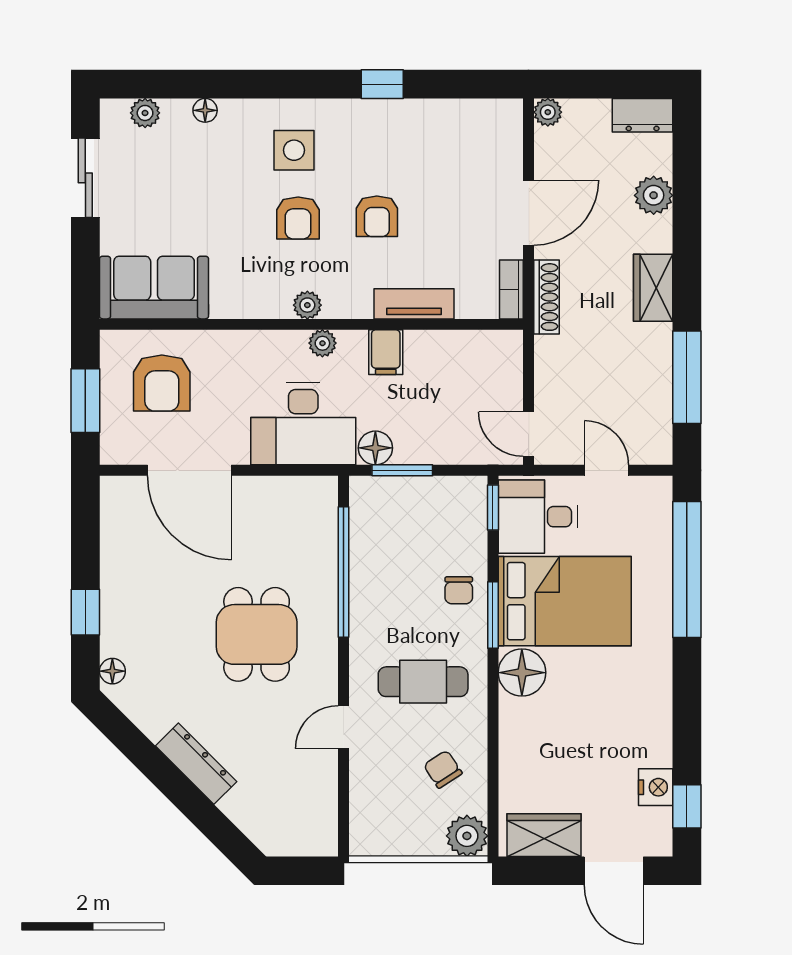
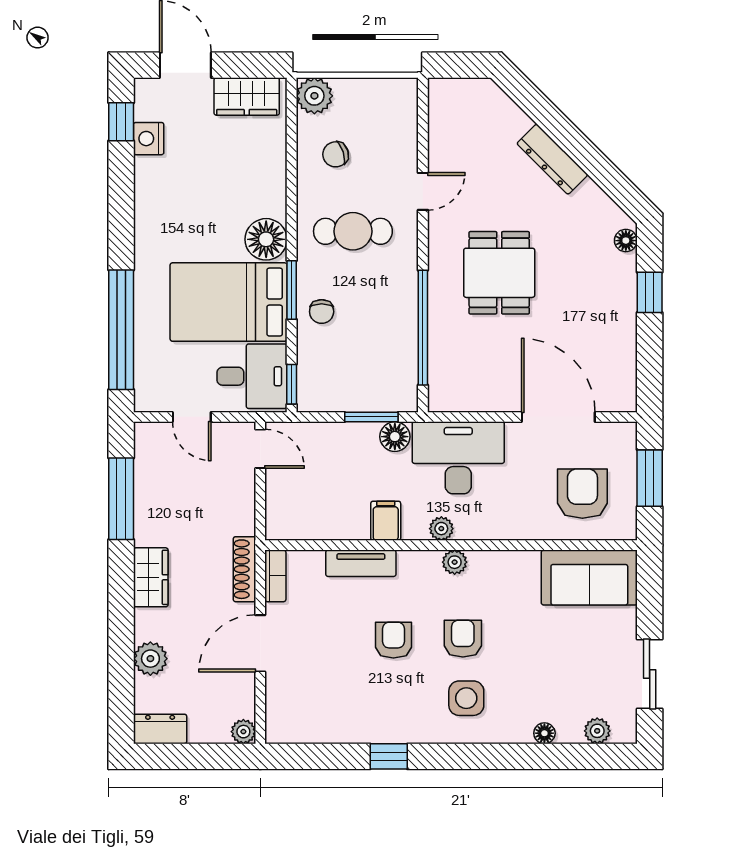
chair: (459, 590) -> (322, 312), turned 180
chair: (443, 769) -> (336, 154), turned 105

